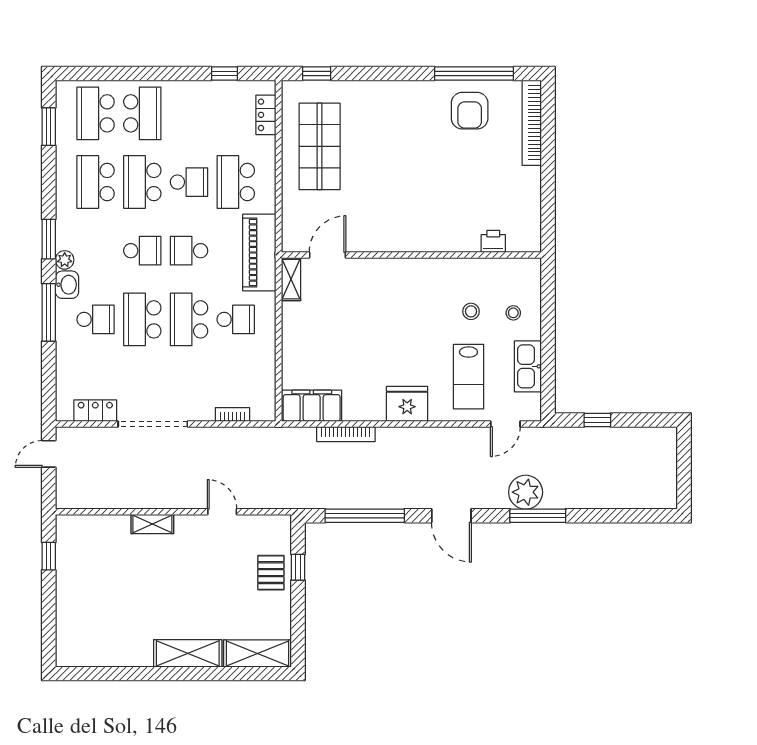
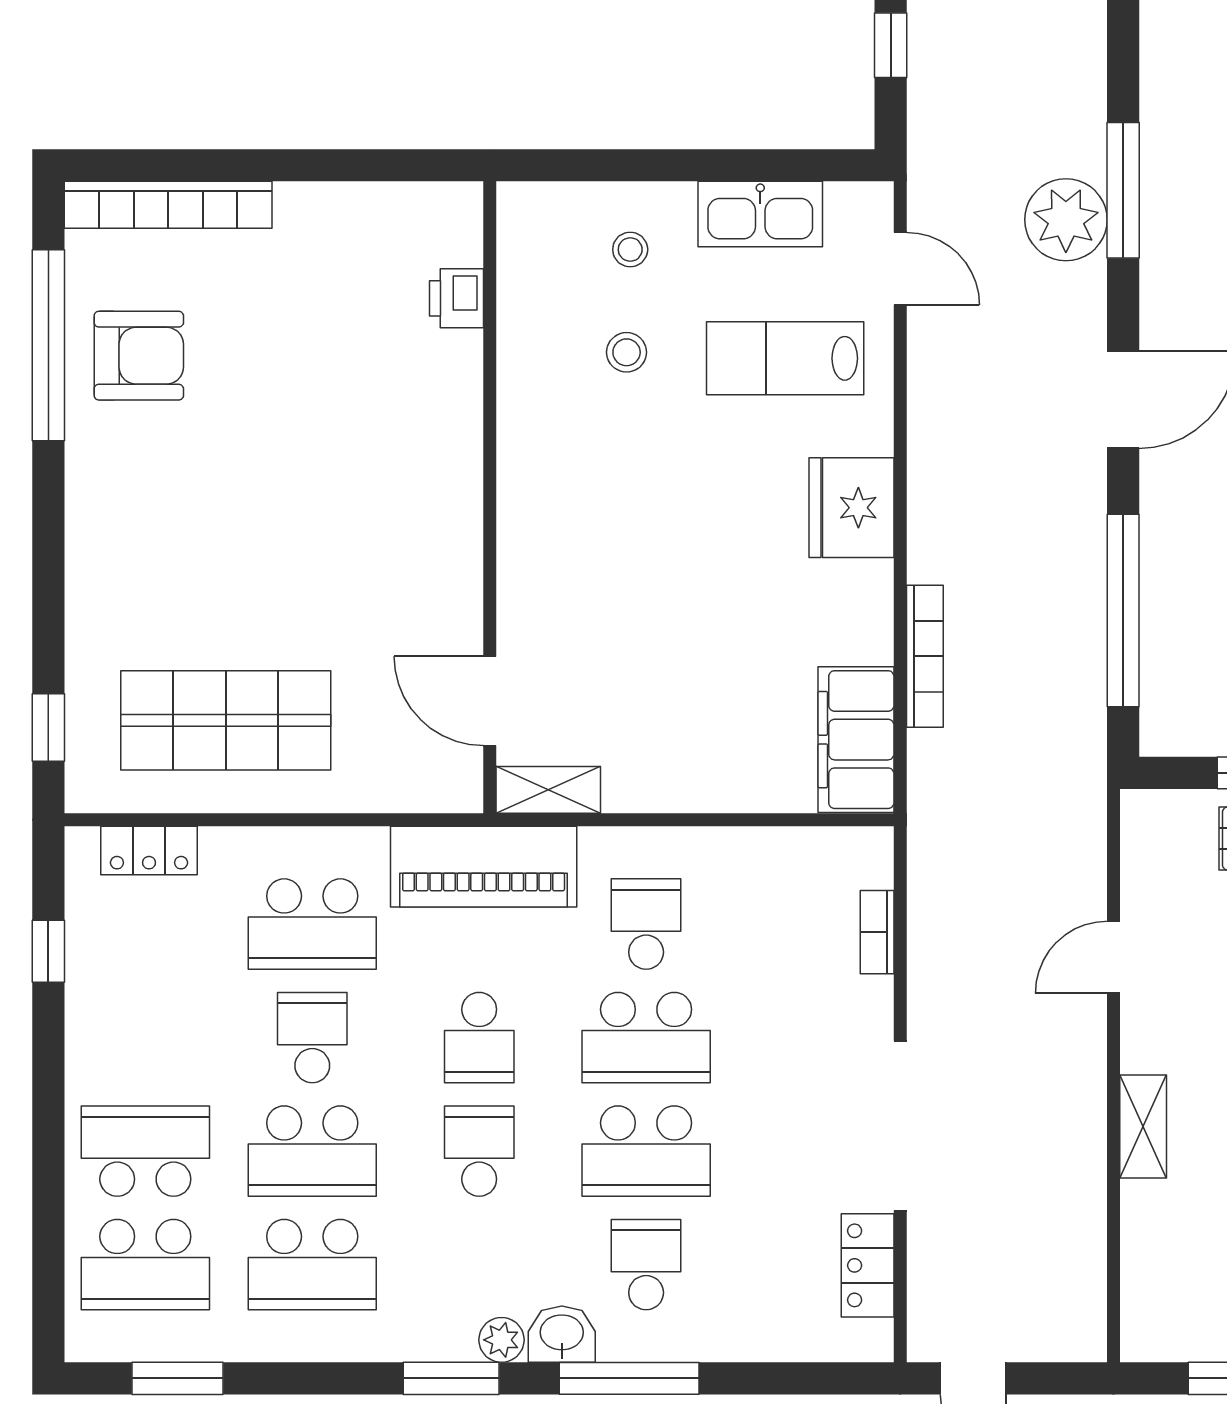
lab bench: (469, 377) -> (785, 358), turned 180

